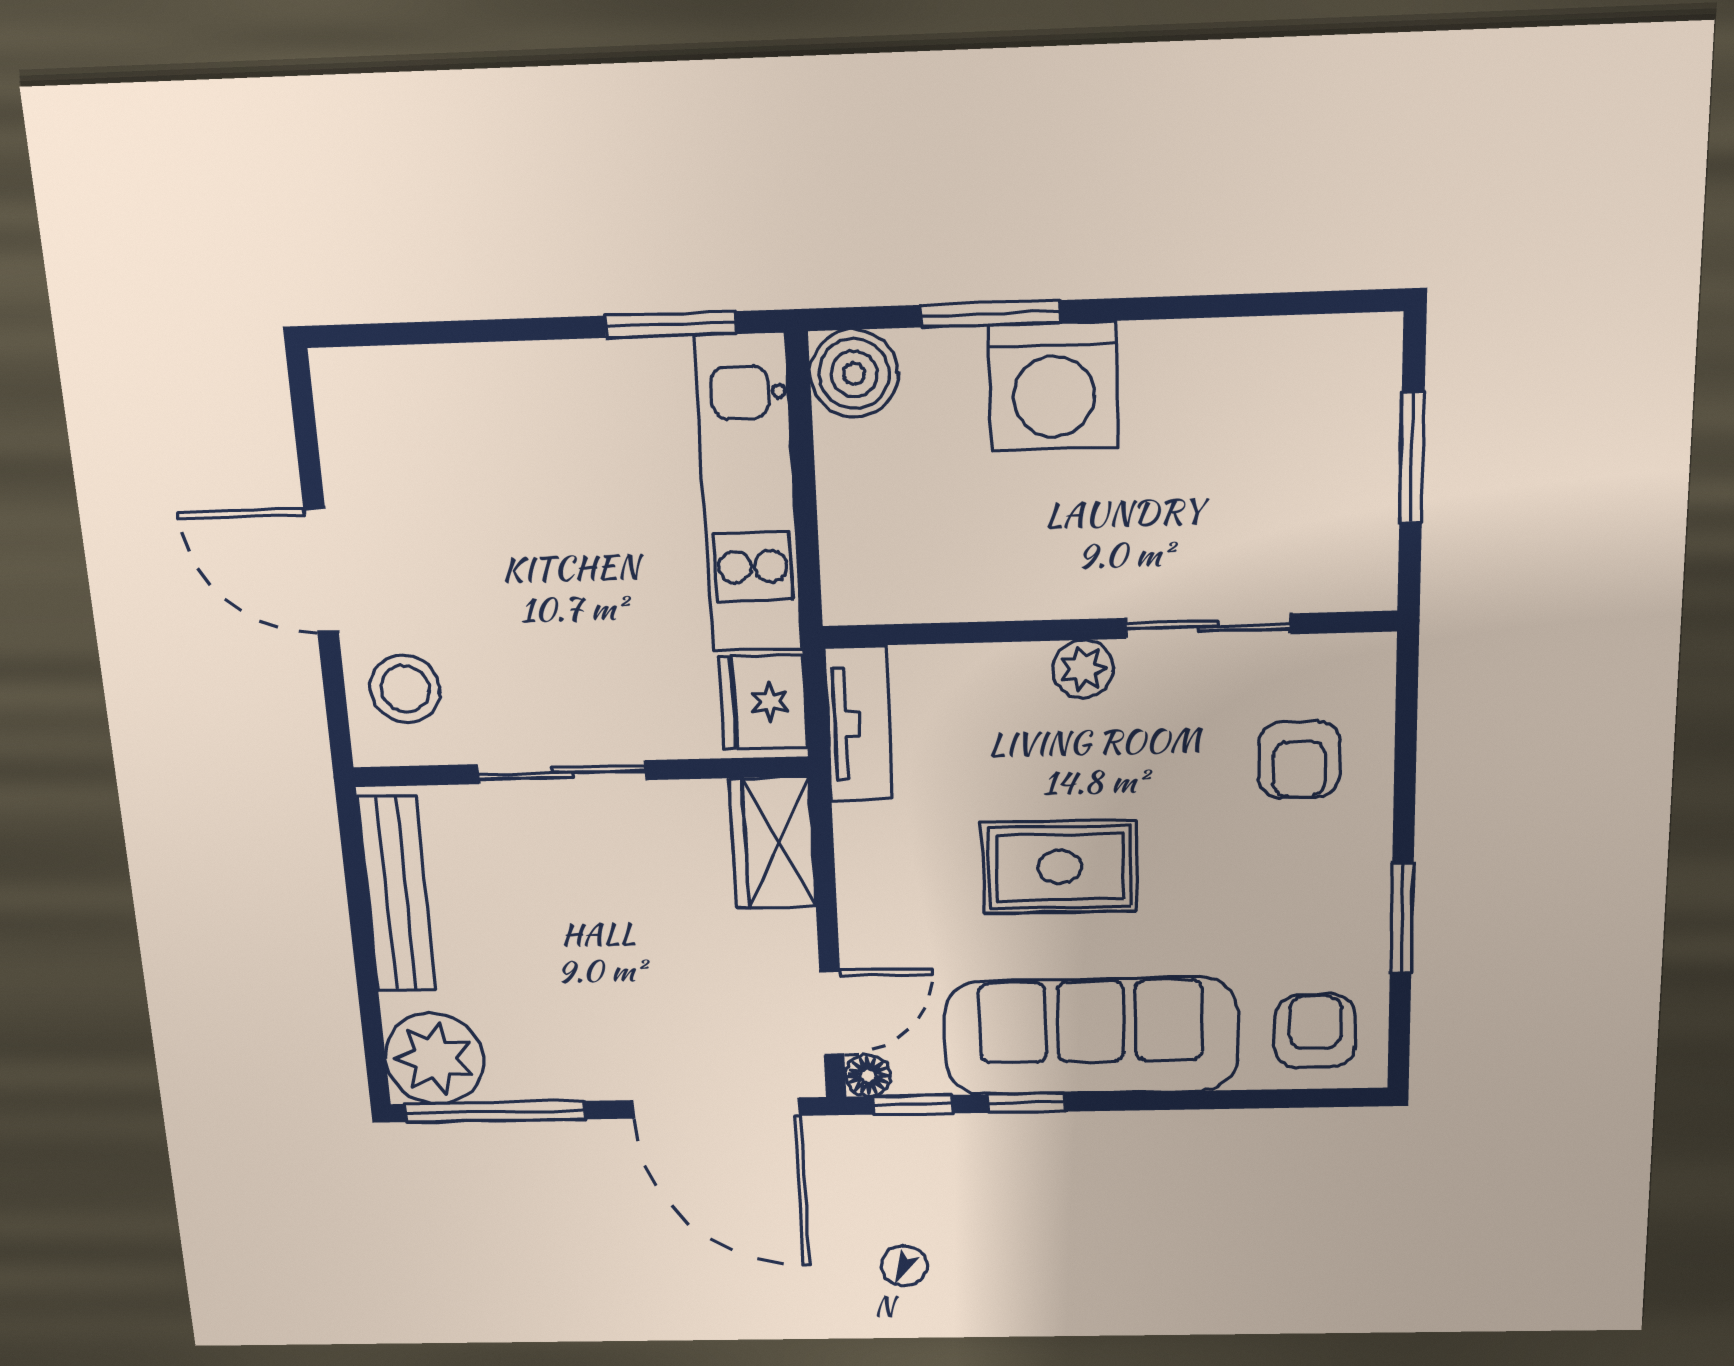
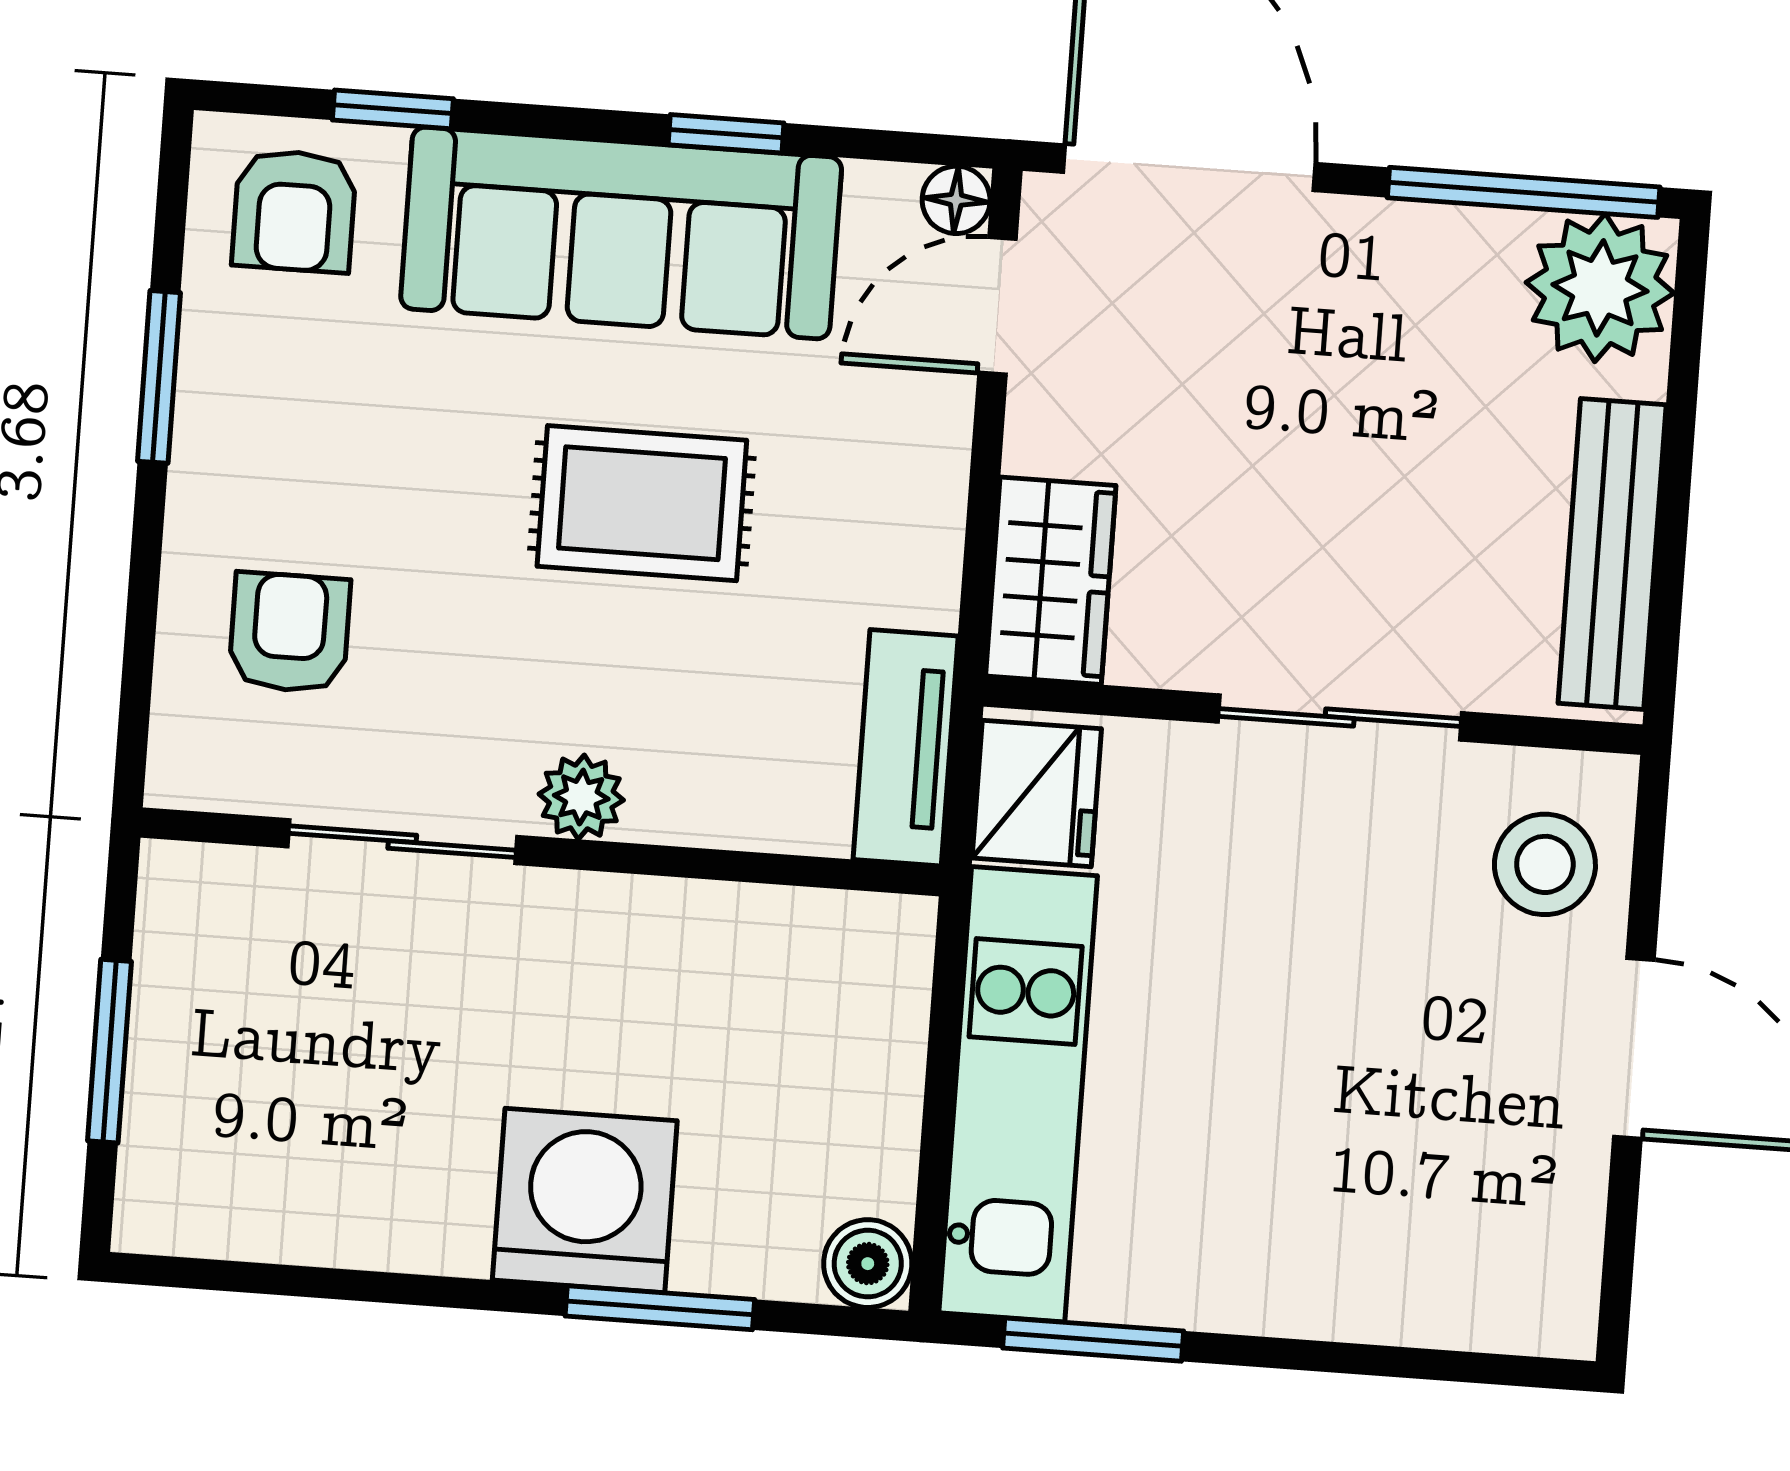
boiler: (854, 374) -> (868, 1264), width x0.73, depth x0.73
window: (913, 1105) -> (393, 109), moved

